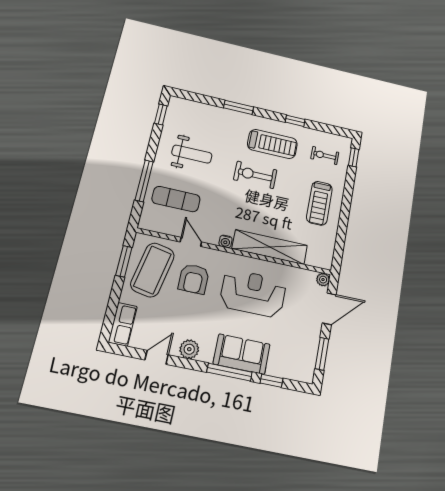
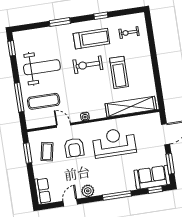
weight bench: (192, 154) -> (42, 67), width x1.36, depth x1.33
window: (354, 157) -> (149, 26), removed
treadmill: (319, 203) -> (119, 72), moved
shelving: (270, 247) -> (131, 107), moved
coffee table: (152, 270) -> (47, 152), width x0.54, depth x0.58
plant: (323, 280) -> (156, 117), removed
sofa: (242, 354) -> (152, 177), moved
window: (272, 381) -> (155, 190), moved

